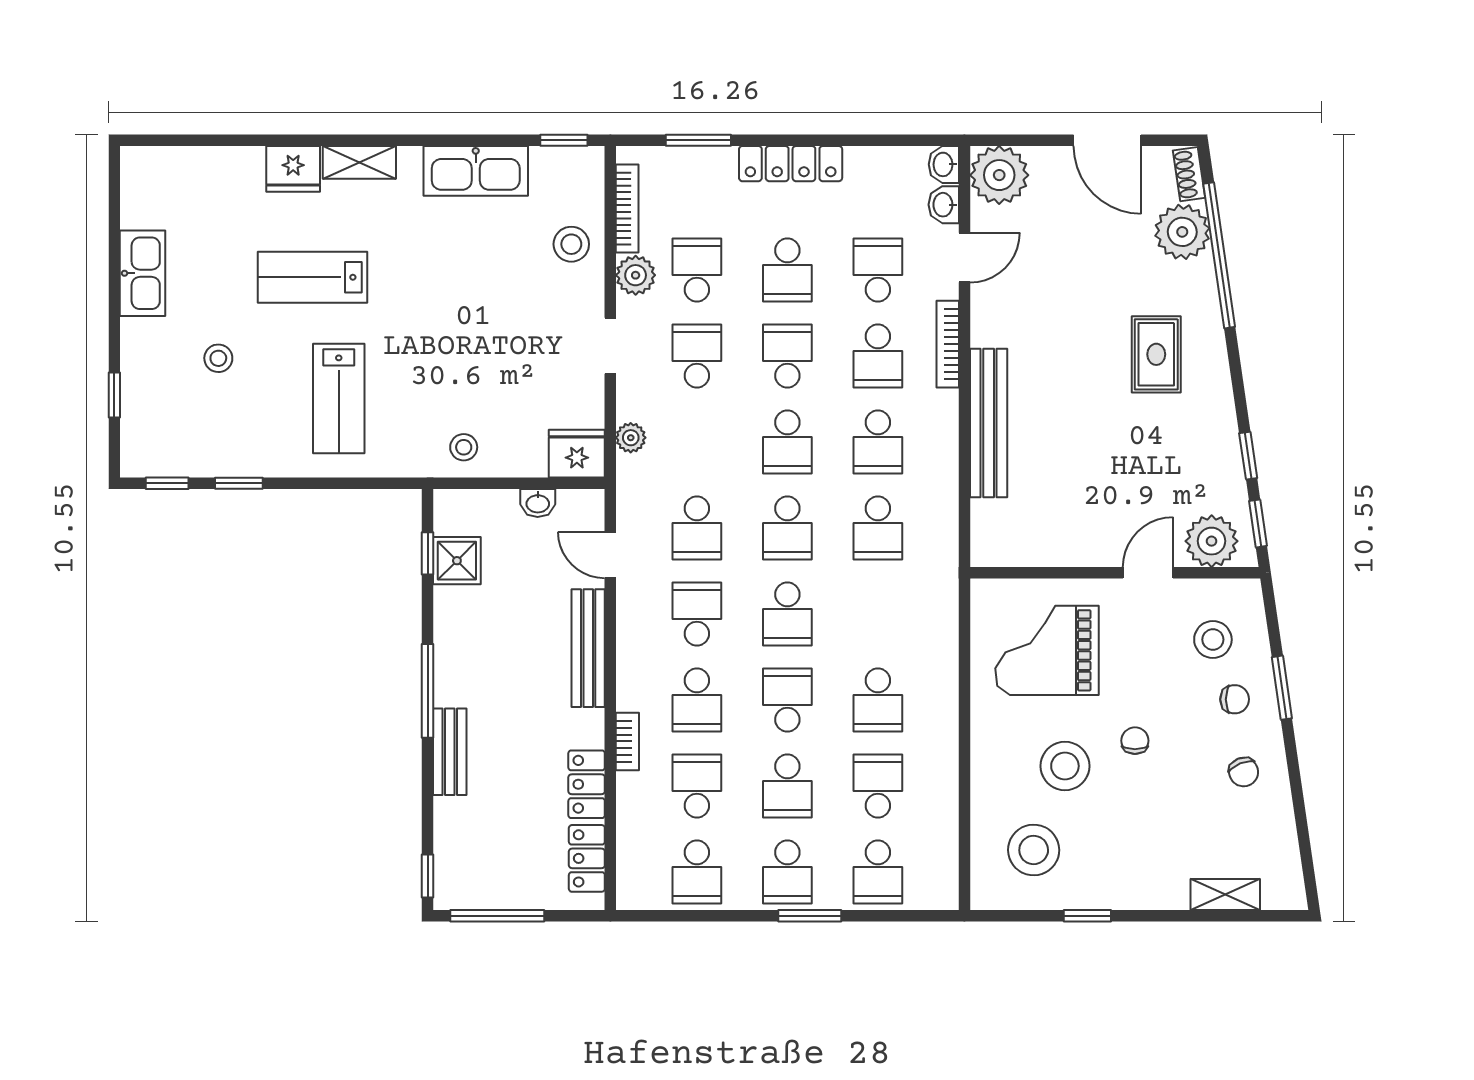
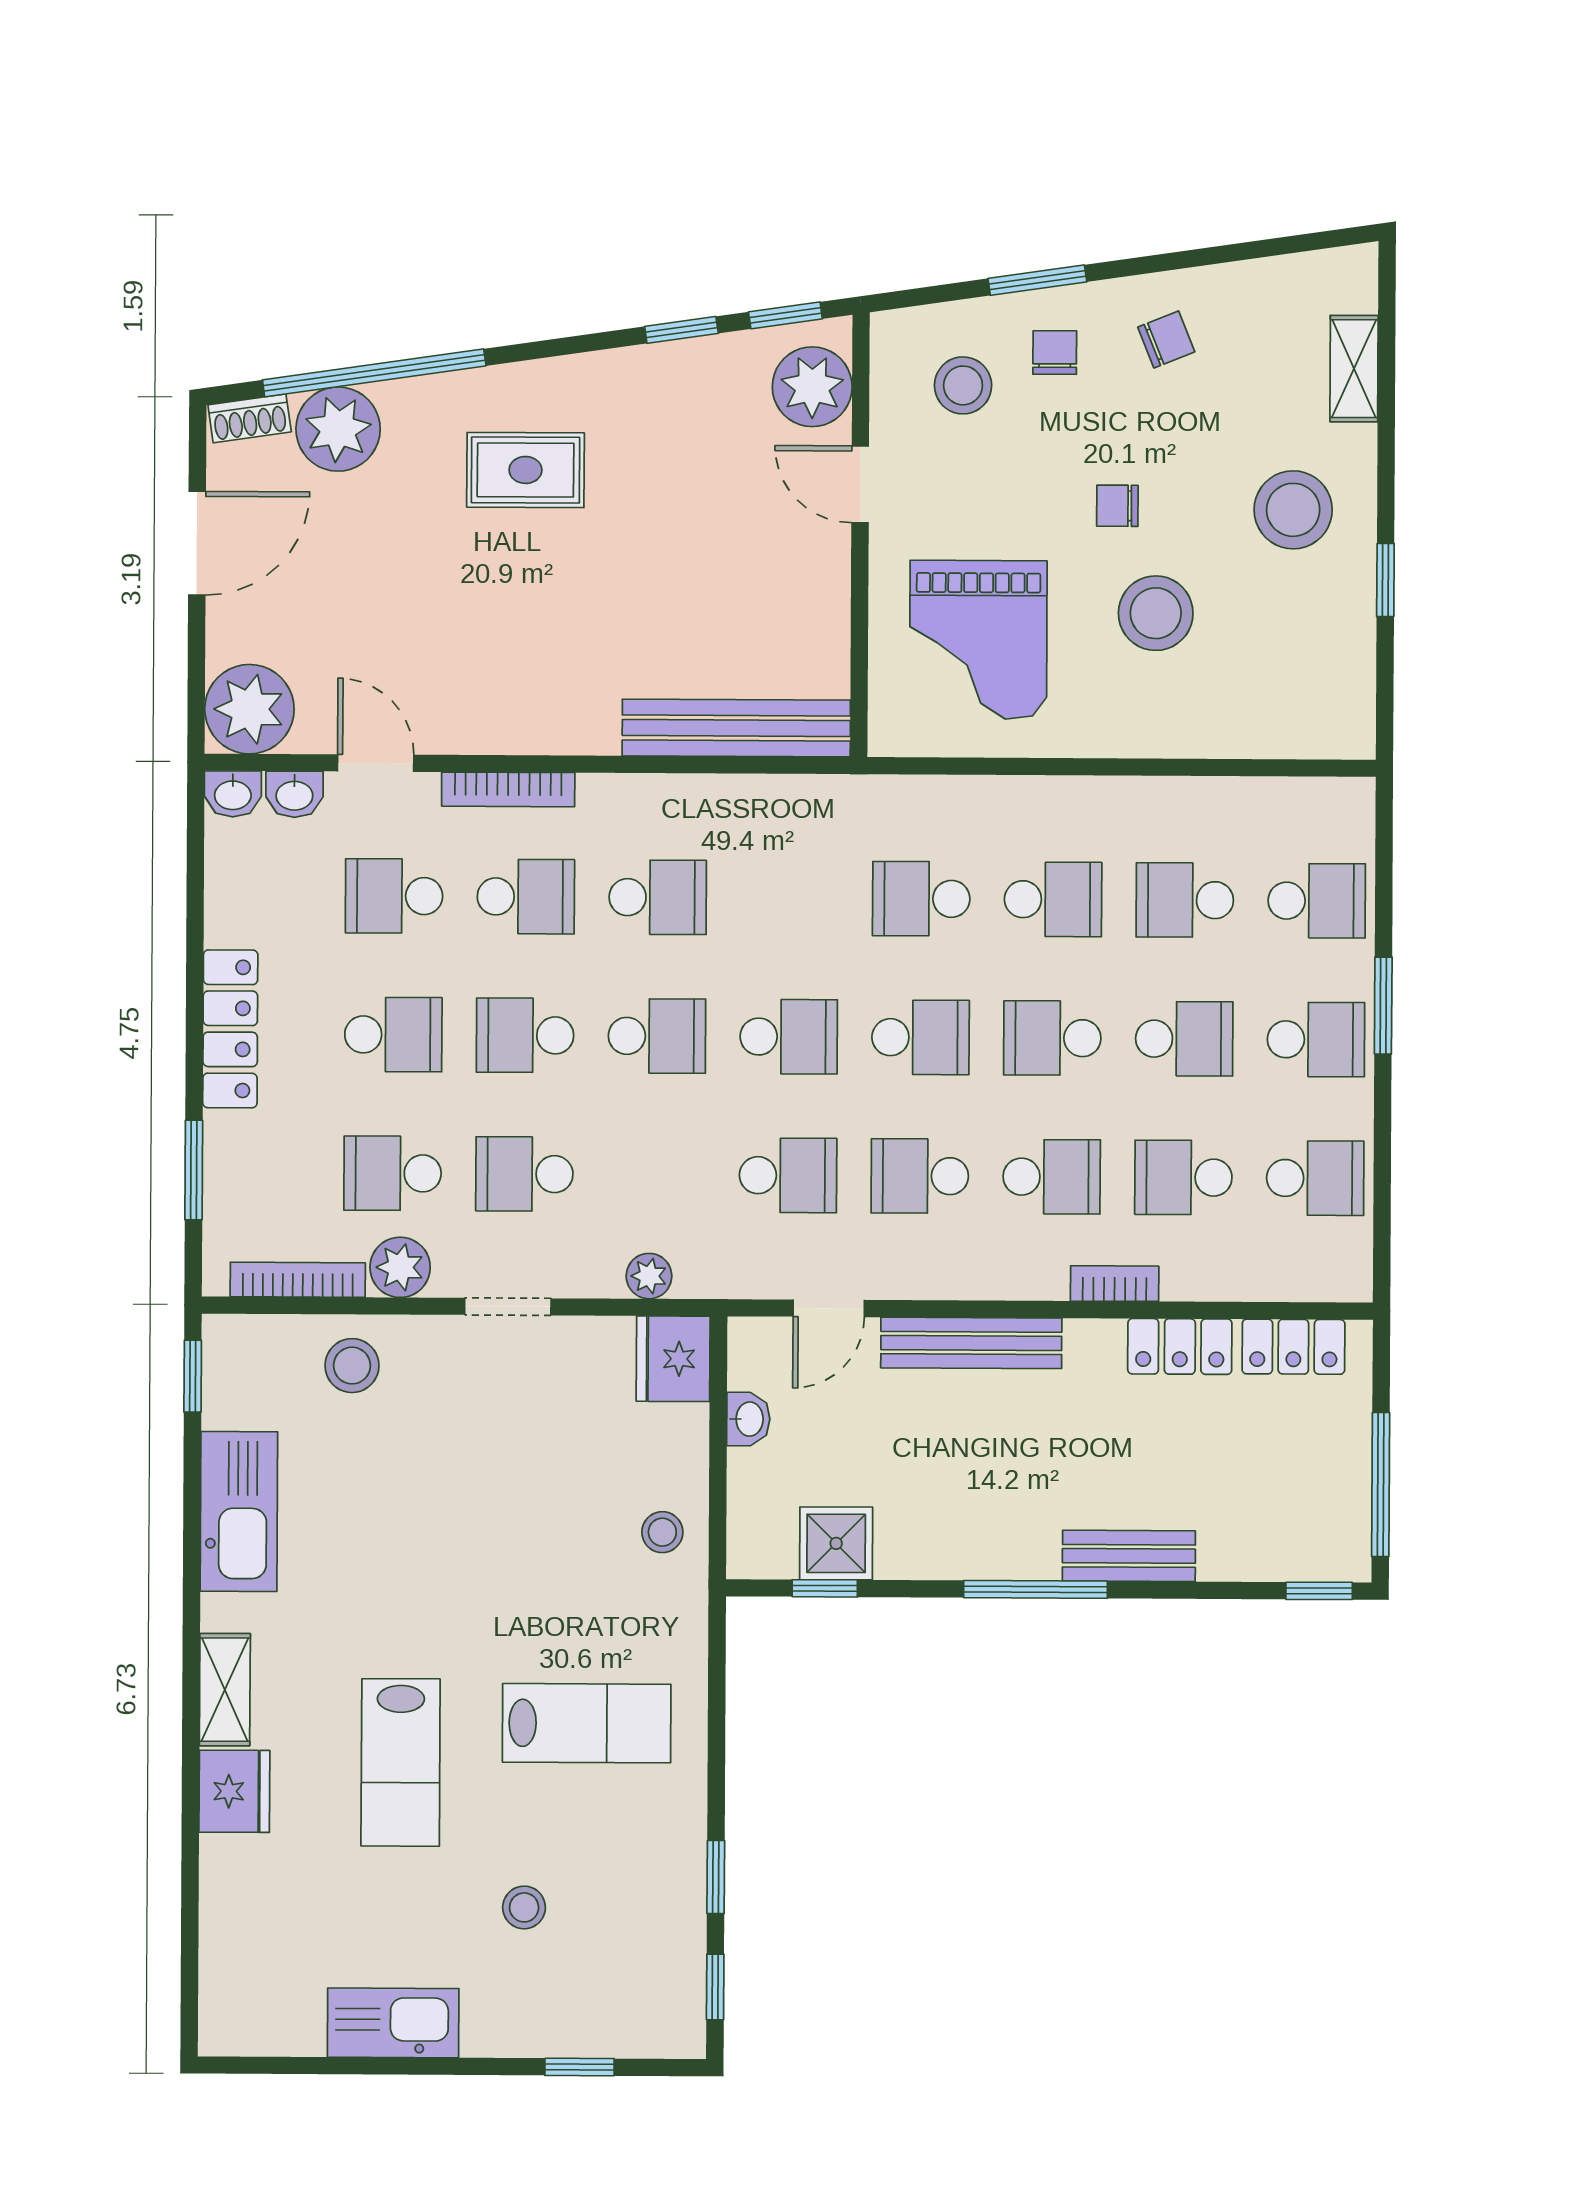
bench: (989, 423) -> (736, 728), moved
school desk: (878, 528) -> (921, 899), moved, turned 180
stool: (1034, 850) -> (1293, 510), moved

